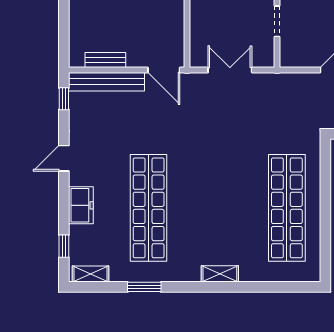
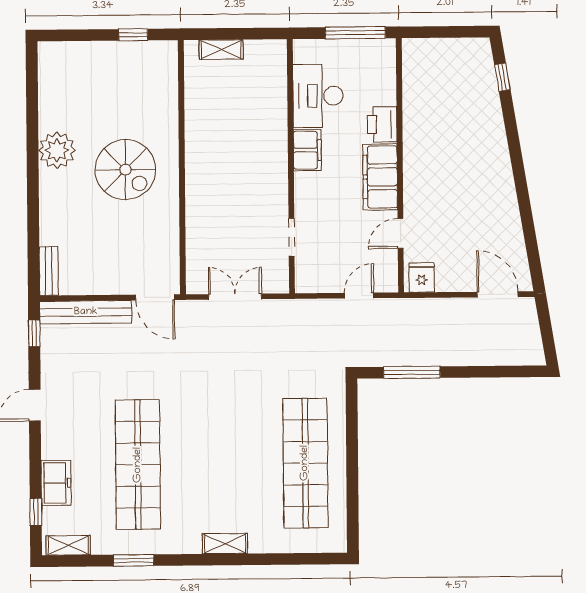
bench: (105, 60) -> (49, 271), moved, turned 90
freezer: (81, 205) -> (56, 483), moved

